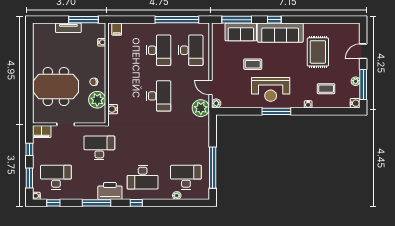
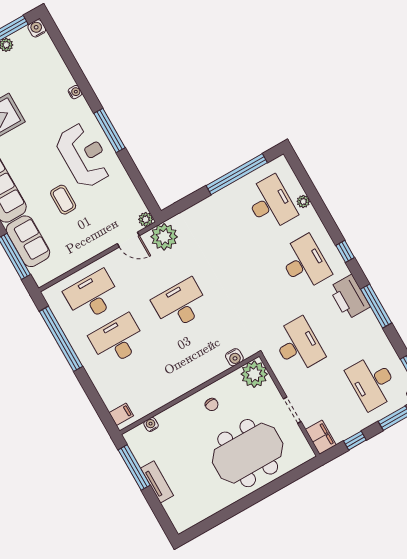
meeting table: (56, 87) -> (248, 453), turned 90
door: (210, 88) -> (128, 240), hinge flipped
coffee table: (326, 89) -> (40, 80), removed
plant: (97, 100) -> (254, 374), moved
desk: (99, 148) -> (298, 345), turned 180
desk: (186, 177) -> (271, 203), turned 180

